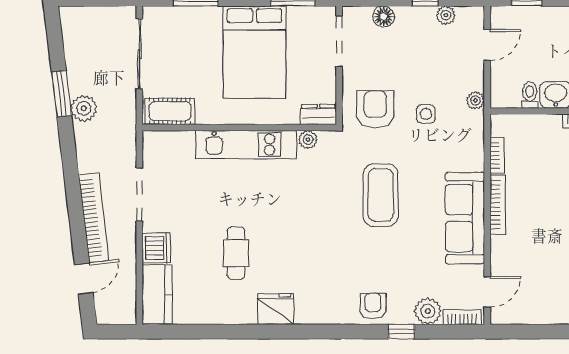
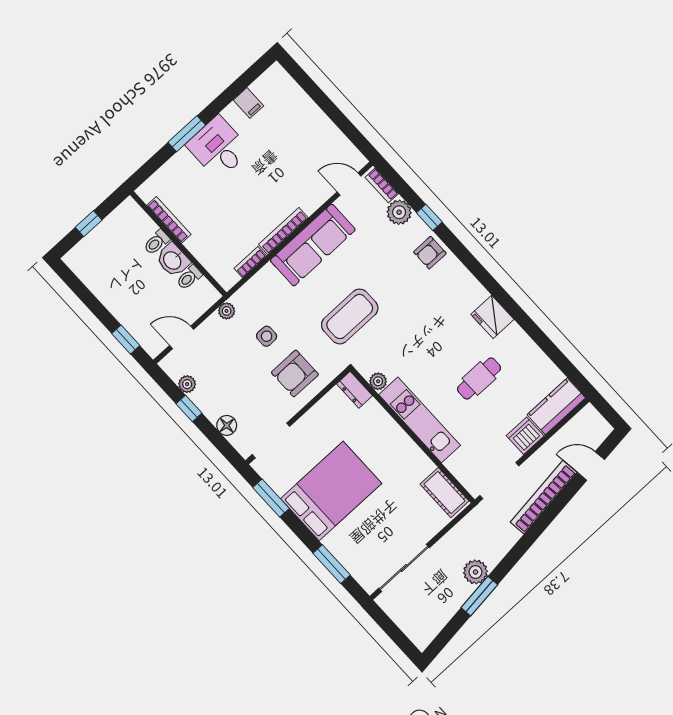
cot: (170, 111) -> (445, 493), moved
dresser: (318, 115) -> (355, 390), moved
wall: (239, 128) -> (413, 435), moved
plant: (308, 140) -> (378, 381), moved
kitchen unit: (246, 145) -> (420, 420), moved

